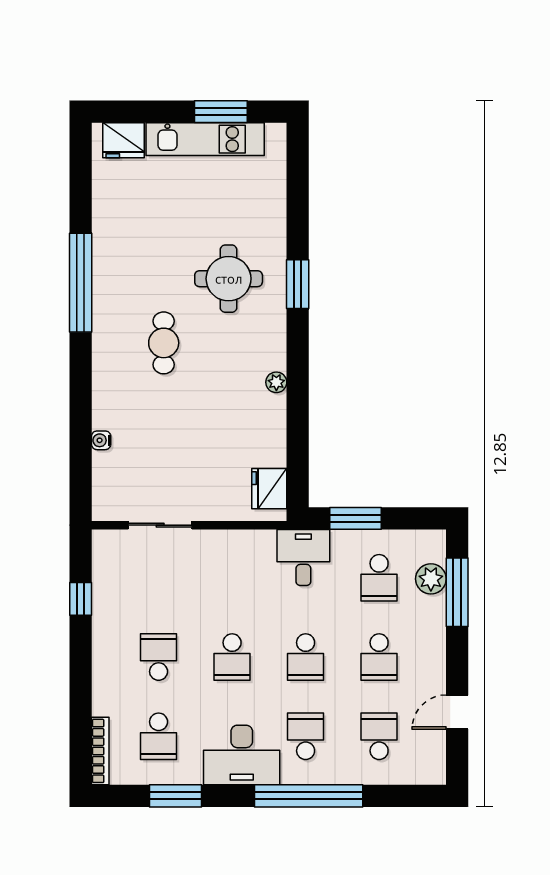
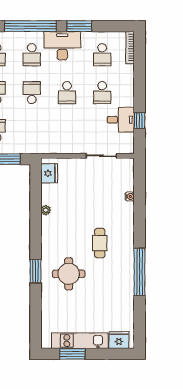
plant: (276, 382) -> (46, 210), moved
desk: (303, 557) -> (121, 120), moved, turned -90
school desk: (232, 657) -> (67, 93), turned 180
school desk: (159, 736) -> (102, 55), turned 180
window: (175, 796) -> (79, 26), moved

